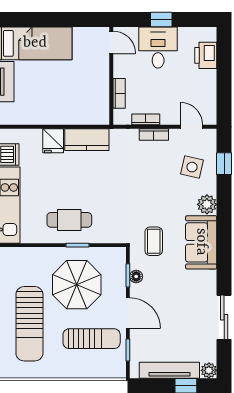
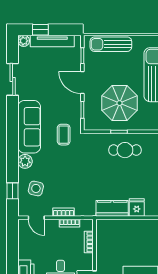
sofa: (201, 242) -> (29, 127), width x1.36
floor lamp: (136, 276) -> (76, 109), removed
sun lounger: (92, 339) -> (111, 44), moved

